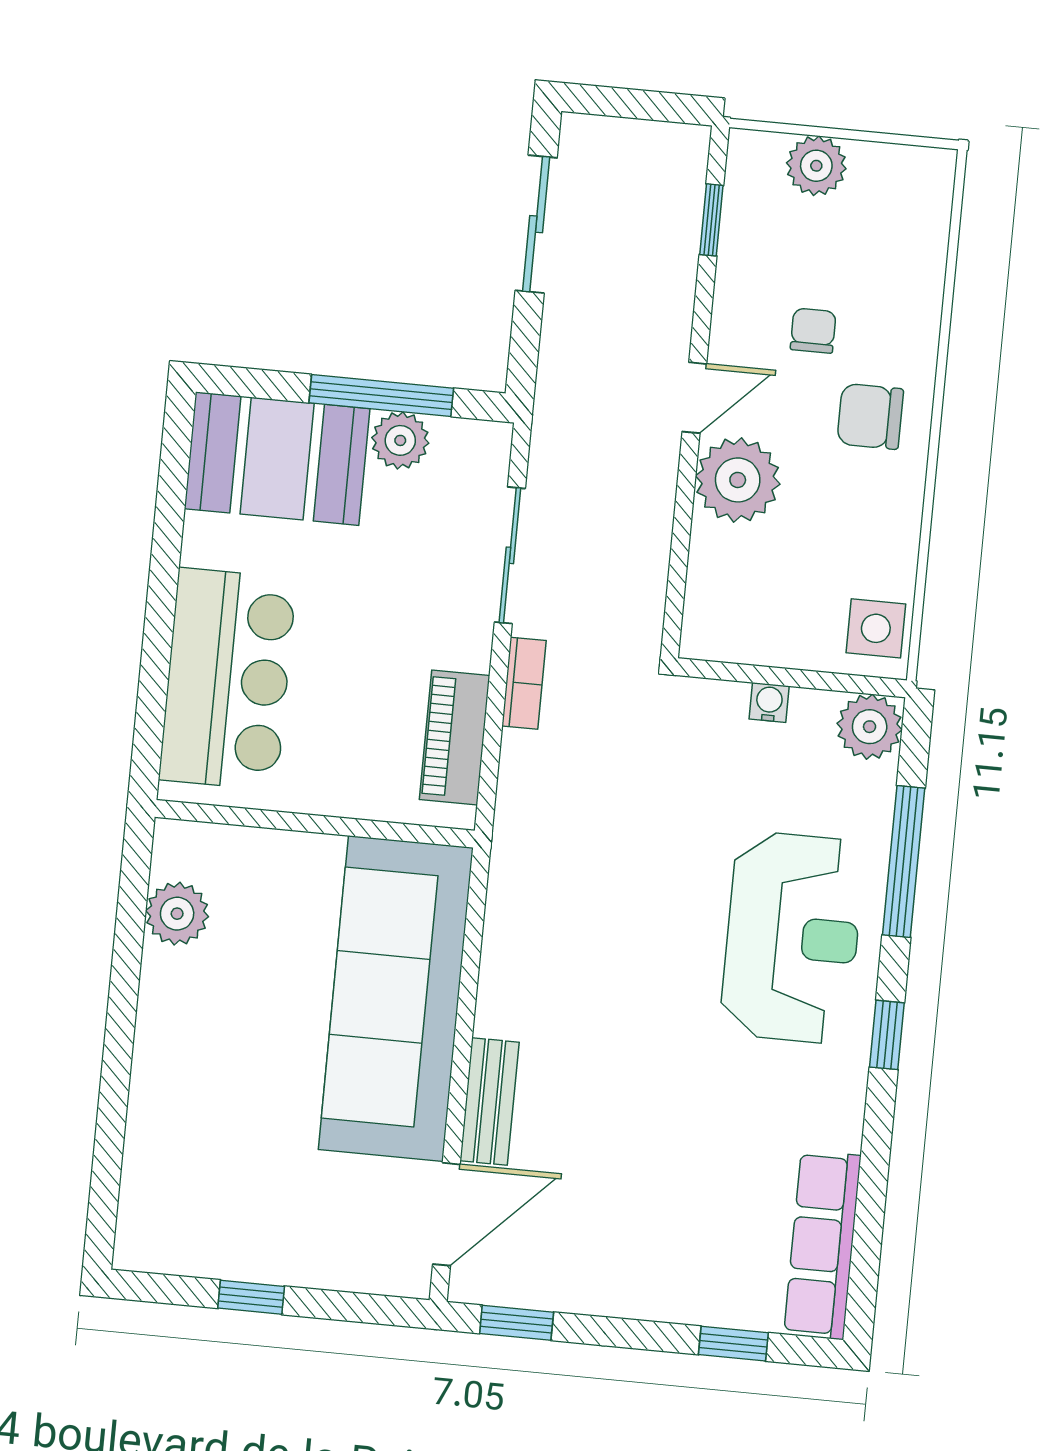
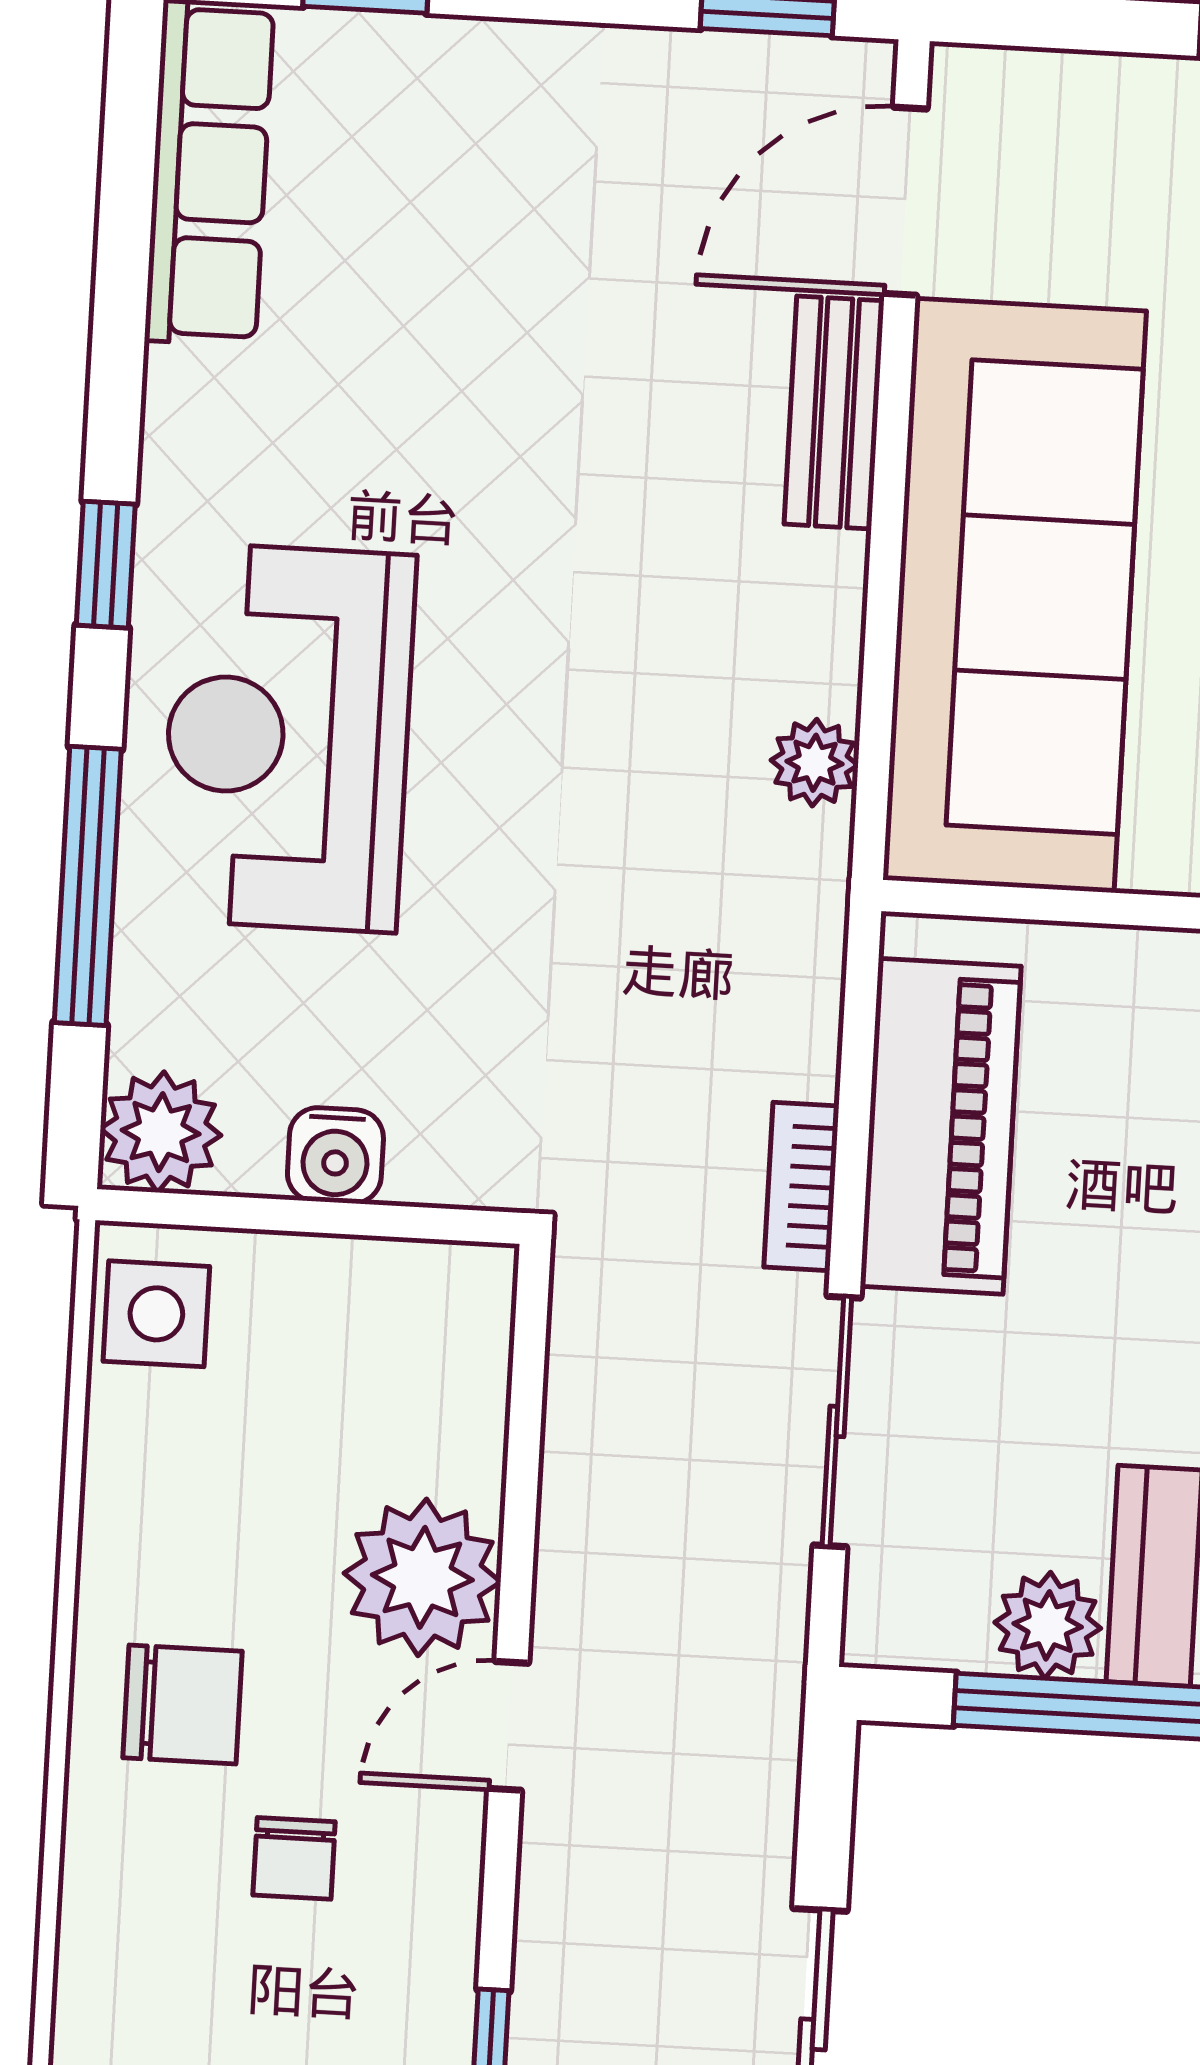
water cooler: (769, 703) -> (335, 1155), width x1.38, depth x1.38
piano: (455, 738) -> (941, 1126), width x1.37, depth x1.33
plant: (508, 912) -> (815, 763), added

